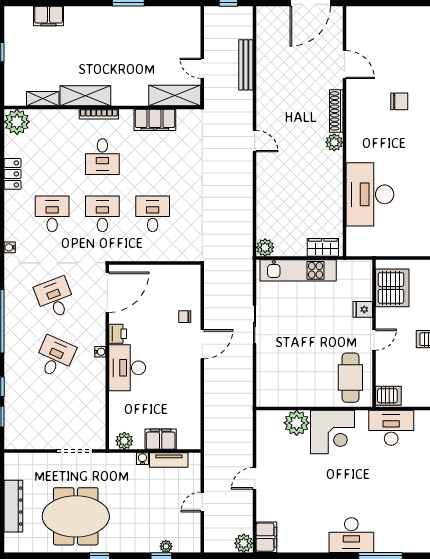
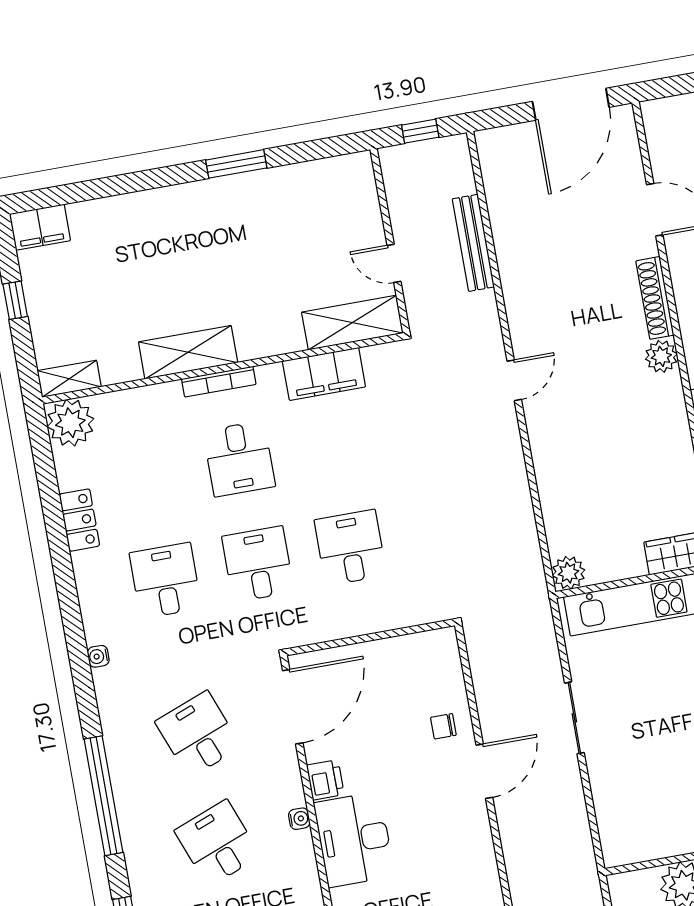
filing cabinet: (49, 16) -> (40, 227), moved
shelving: (43, 99) -> (69, 379), moved
door: (255, 141) -> (514, 380), hinge flipped
desk: (55, 357) -> (218, 843), turned -45

